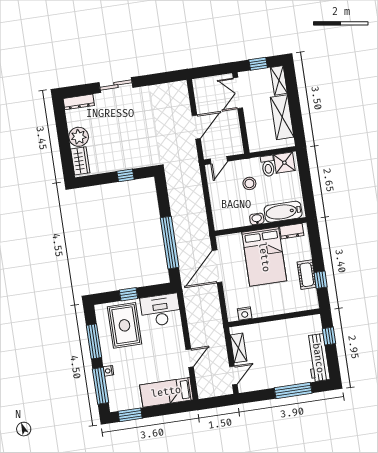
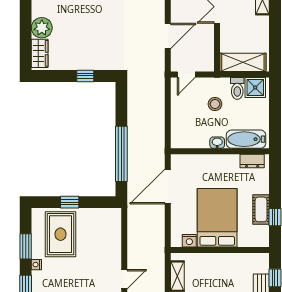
shelving: (282, 117) -> (243, 62), moved, turned 90
bed: (264, 257) -> (217, 218), moved, turned 180
desk: (161, 310) -> (101, 224), removed
window: (94, 341) -> (26, 246), width x0.69
nightstand: (108, 371) -> (36, 265), moved

